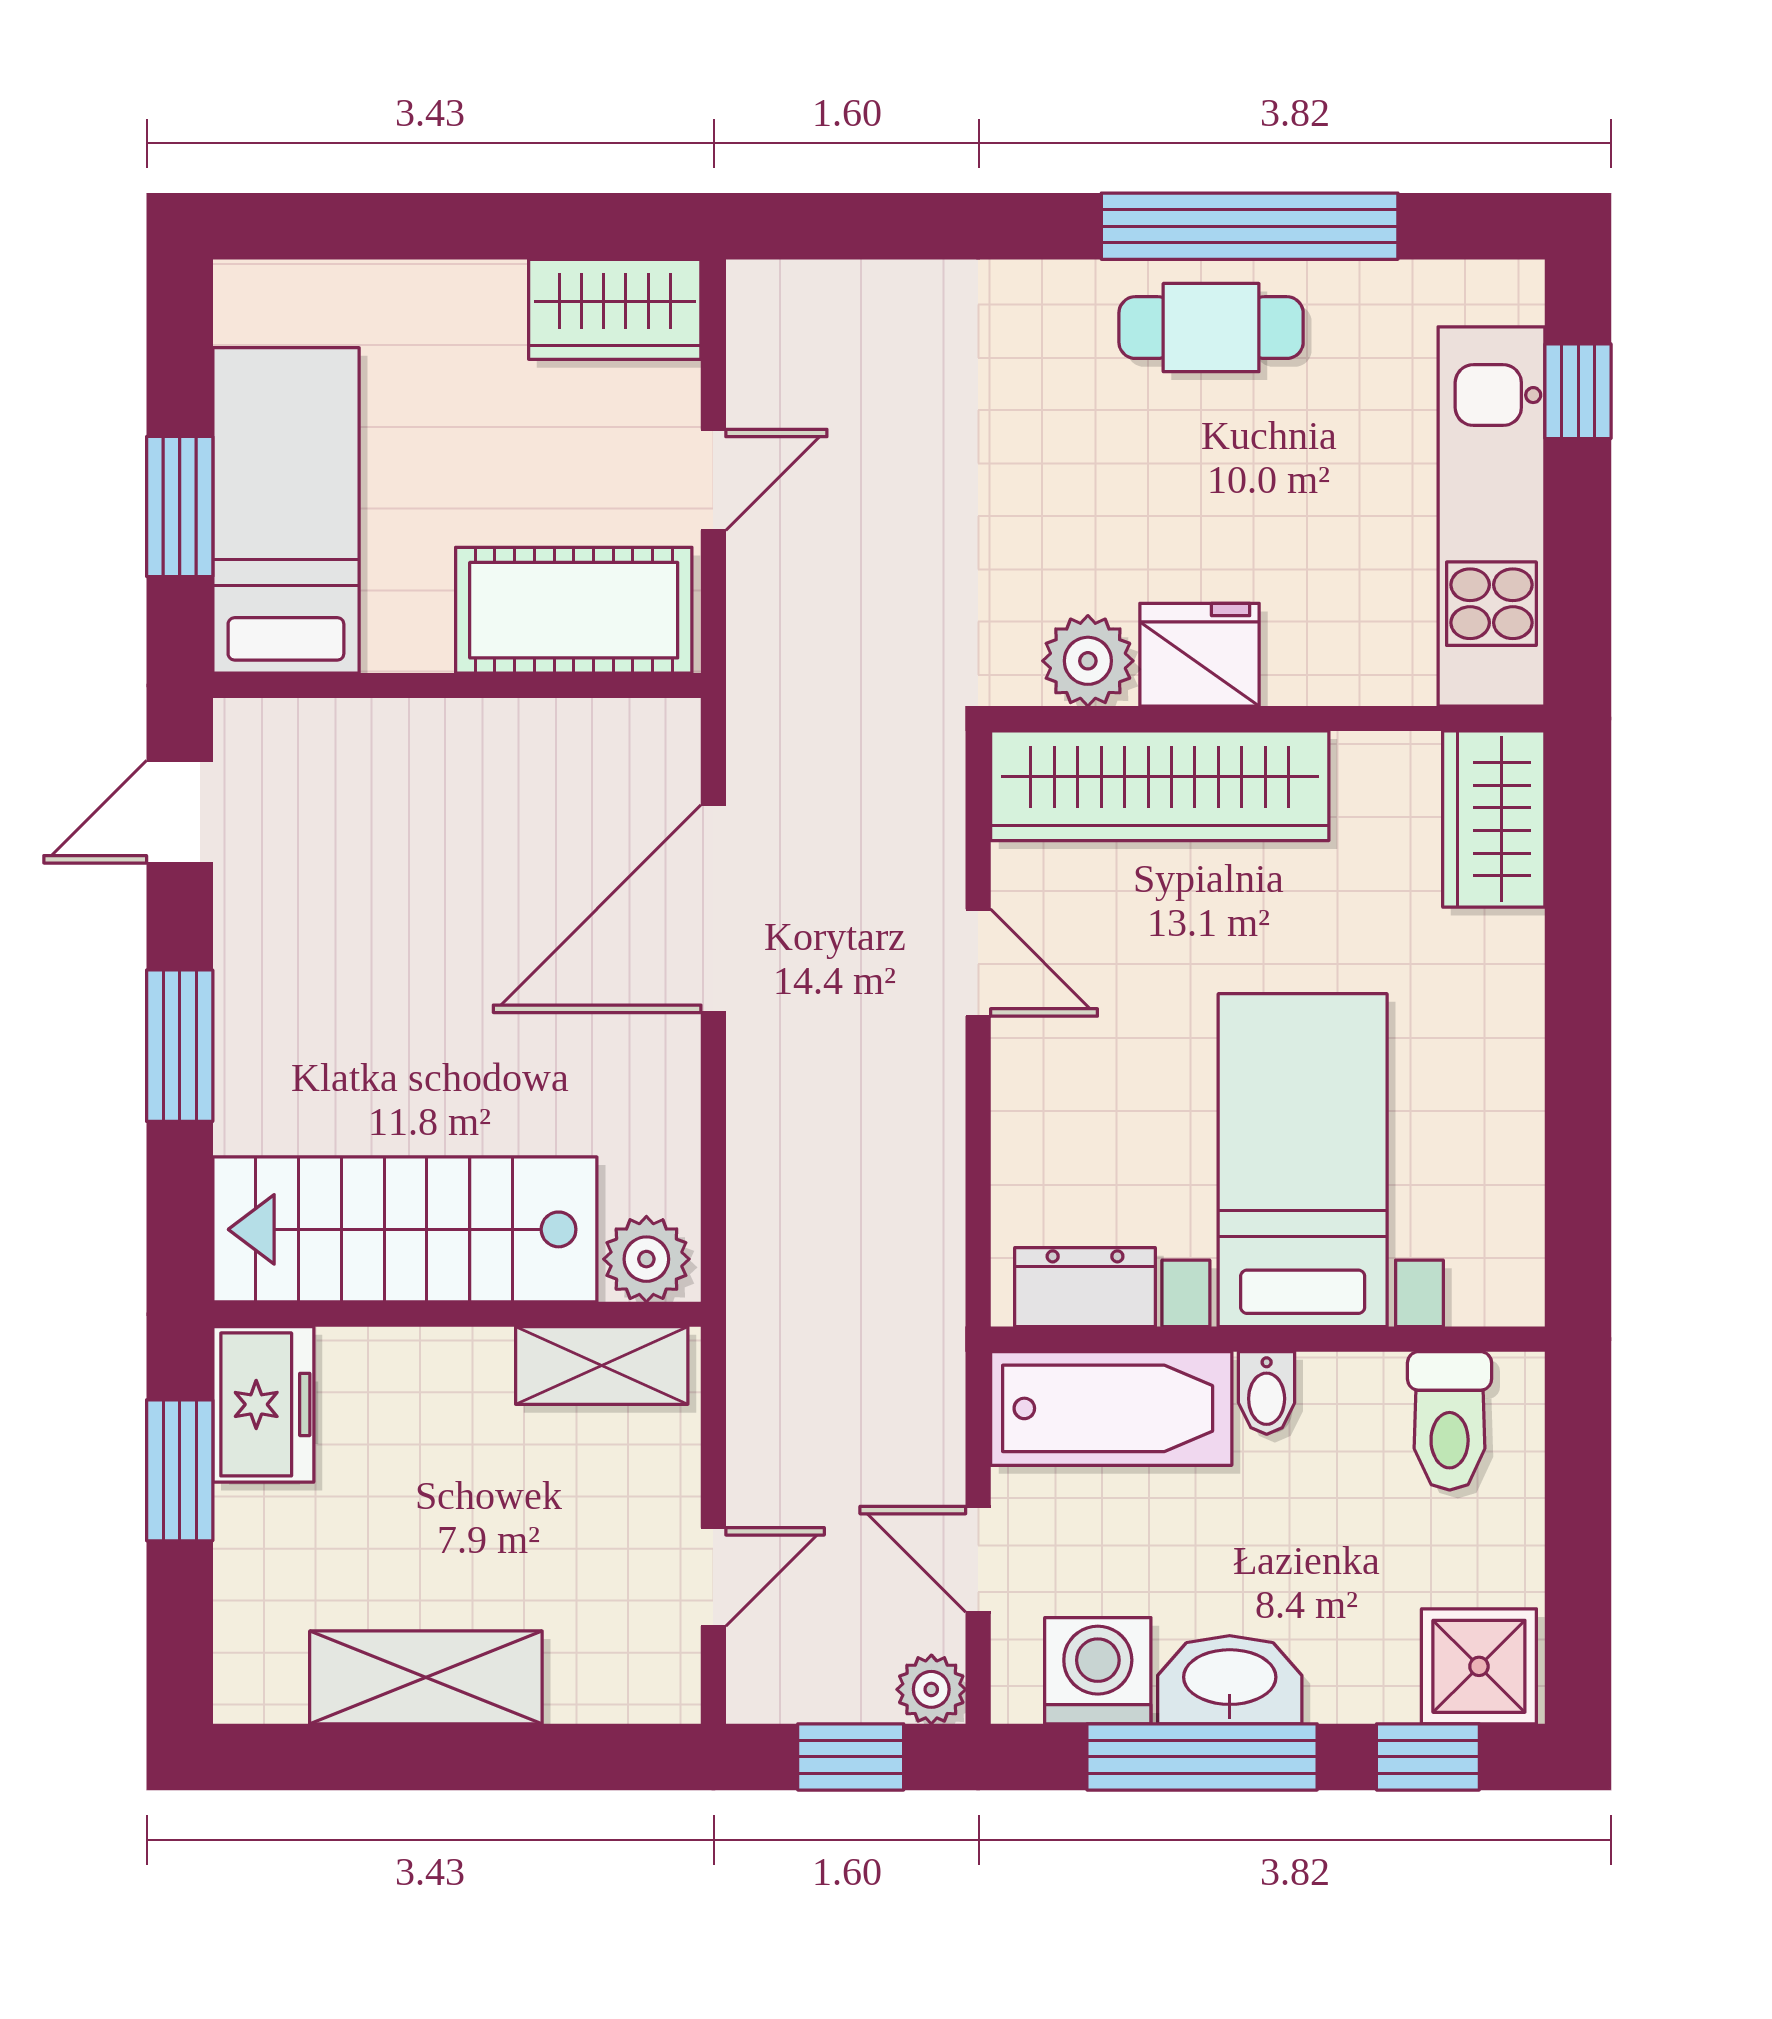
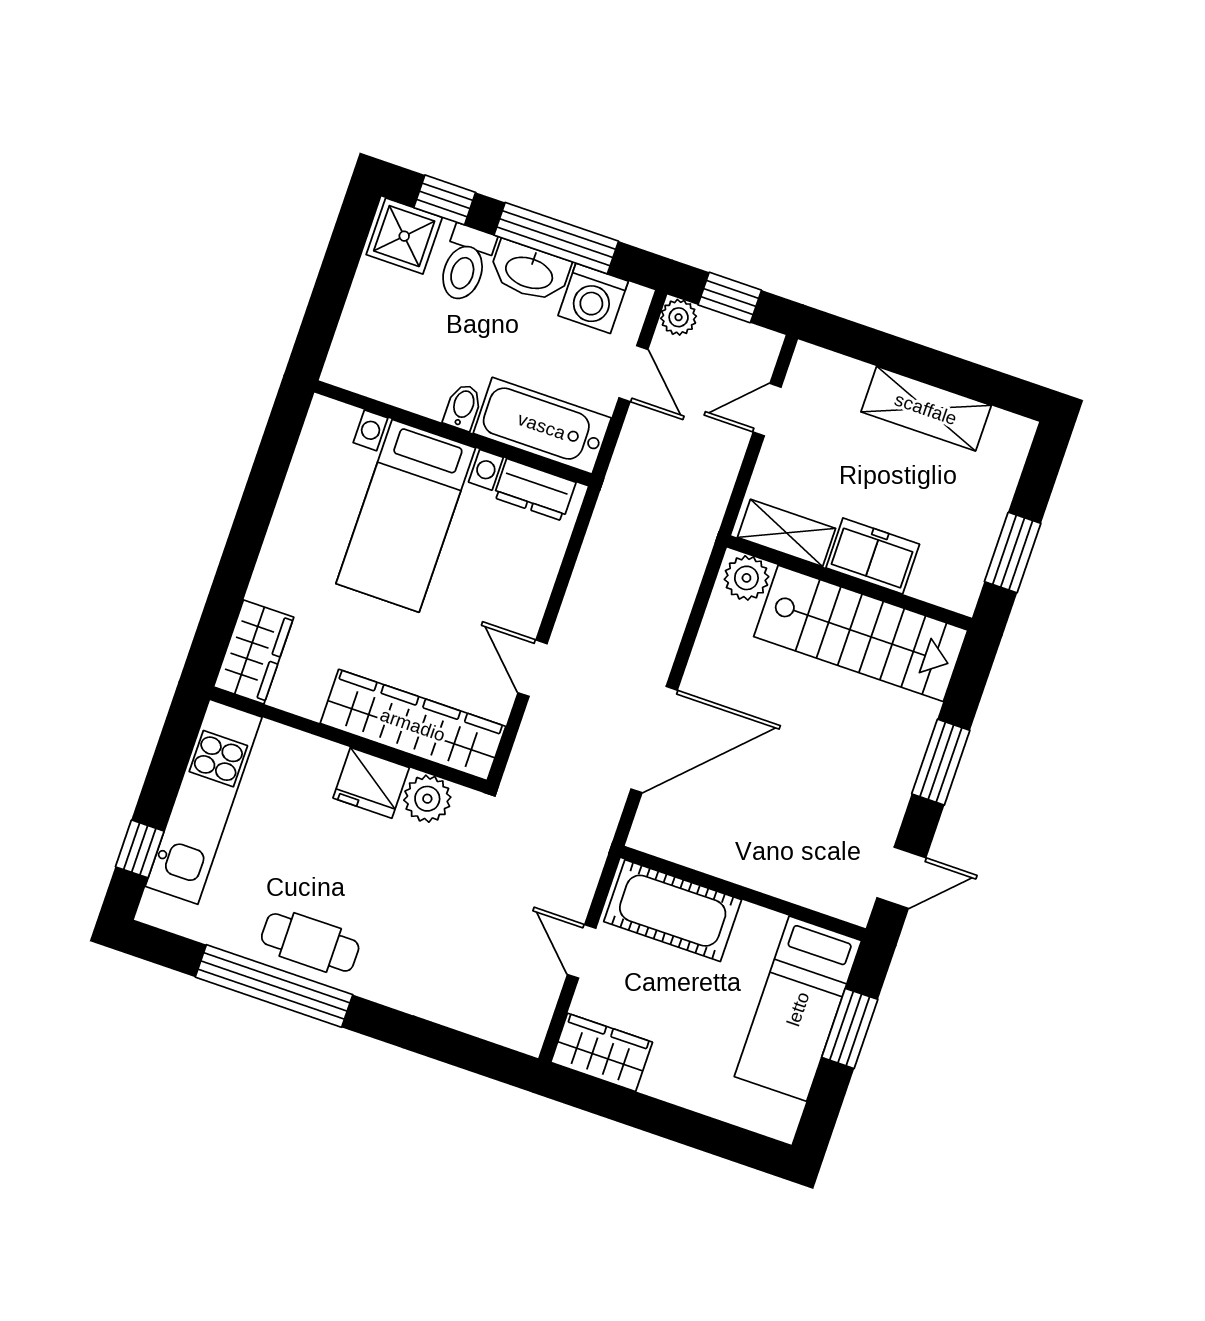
door: (713, 480) -> (582, 951), hinge flipped
freezer: (263, 1404) -> (873, 556), moved, turned 90
toilet: (1450, 1421) -> (466, 264), moved, turned 180

